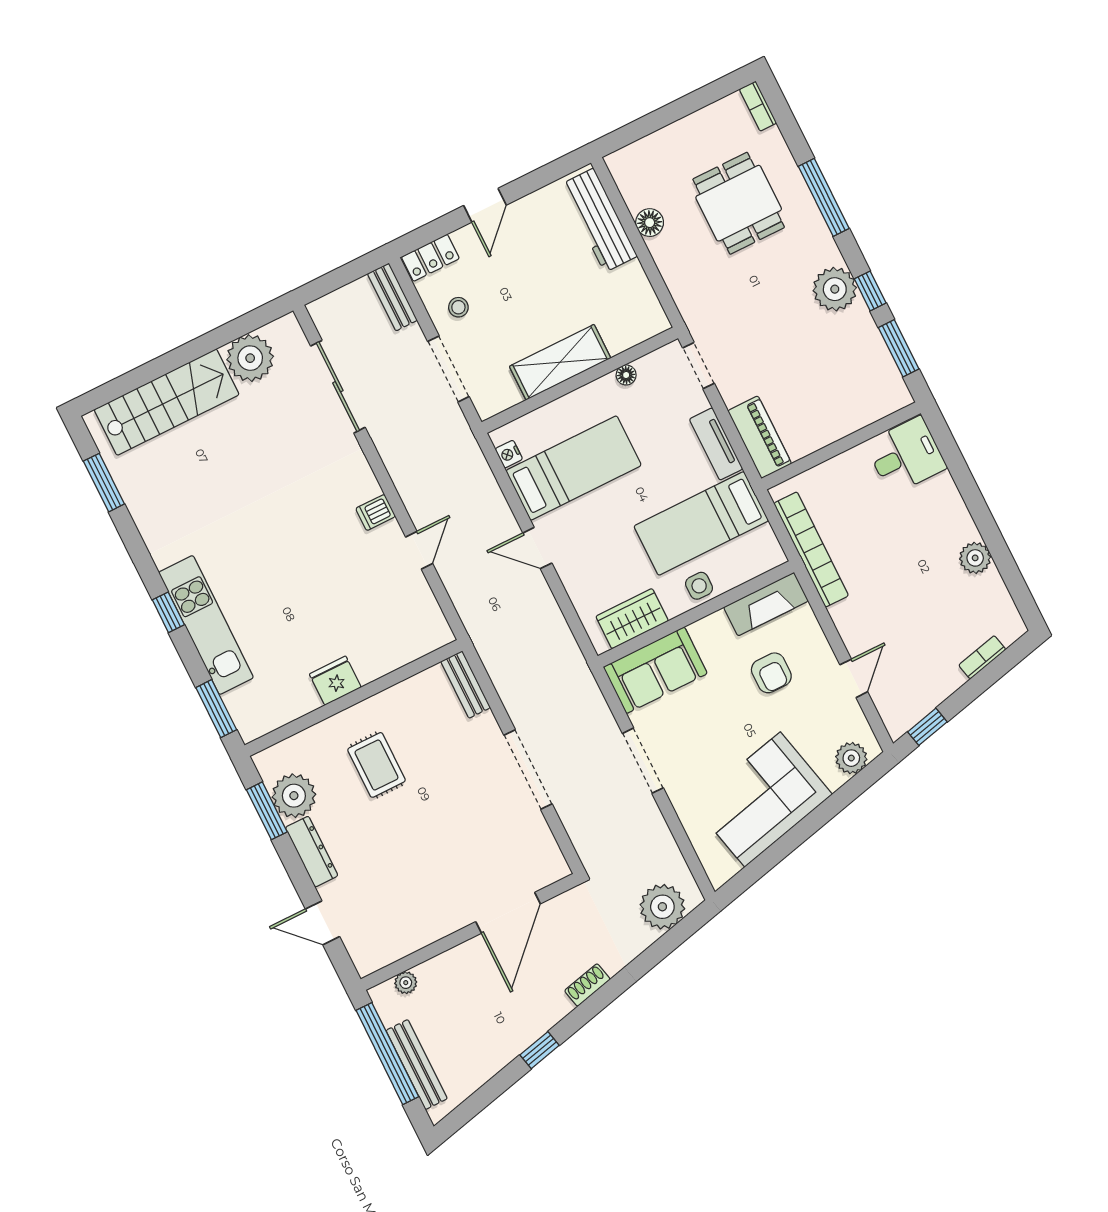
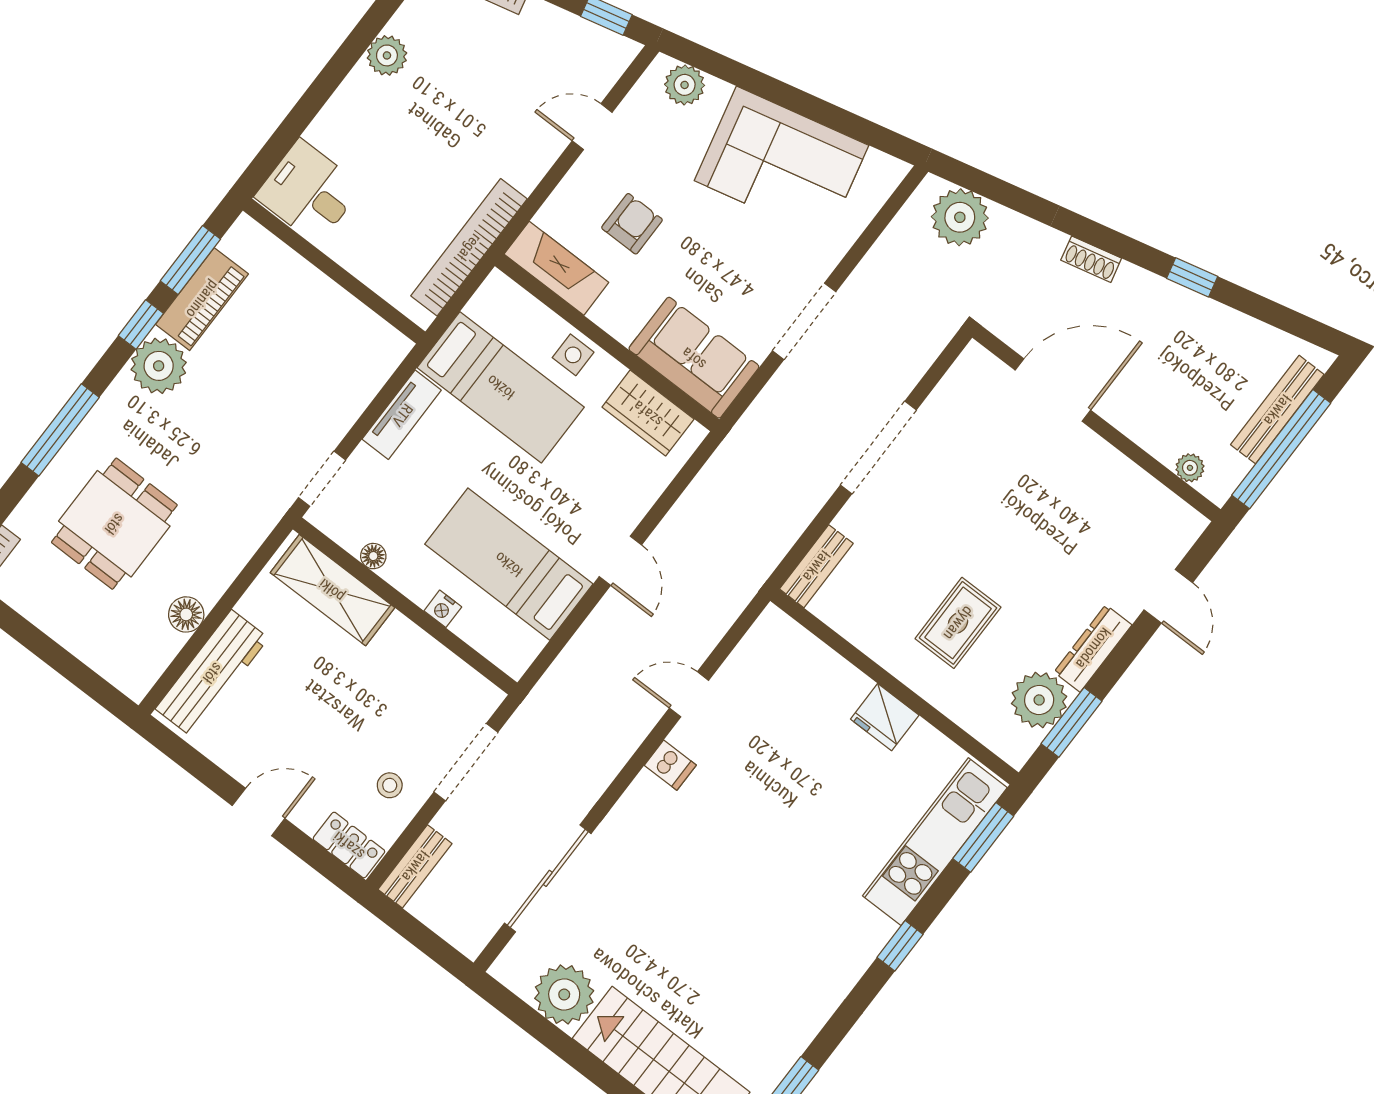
shelving: (560, 362) -> (332, 590), moved
piano: (760, 437) -> (202, 299), moved, turned 180
nightstand: (509, 454) -> (443, 609), moved, turned 90
kitchen unit: (206, 625) -> (935, 842), moved

